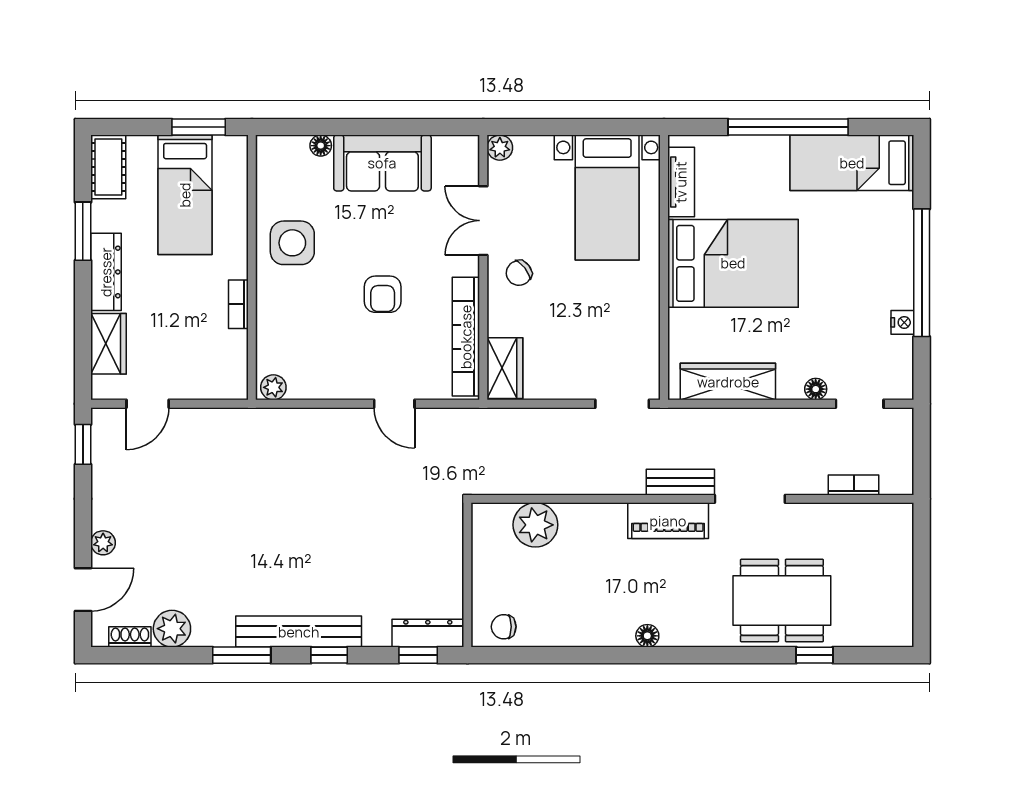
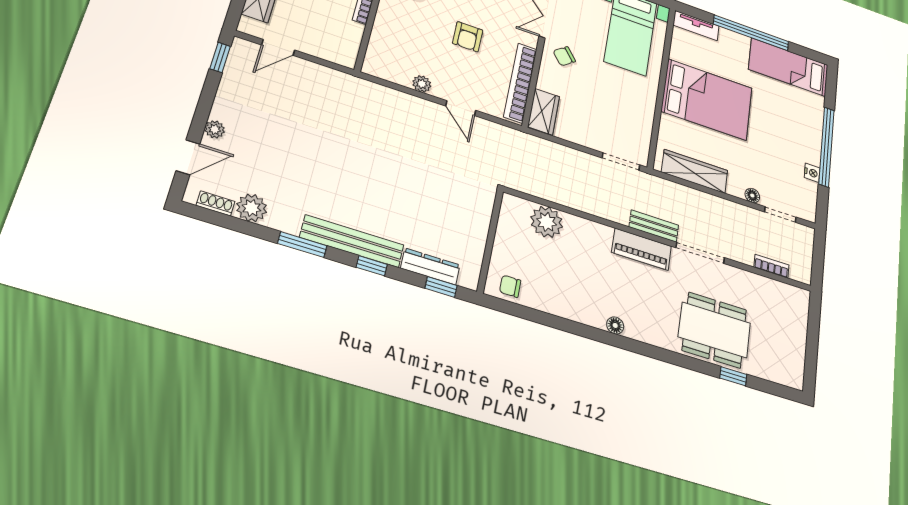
tv unit: (681, 182) -> (696, 26), moved, turned 90
plant: (273, 387) -> (422, 84), moved
dresser: (428, 633) -> (430, 267), moved

